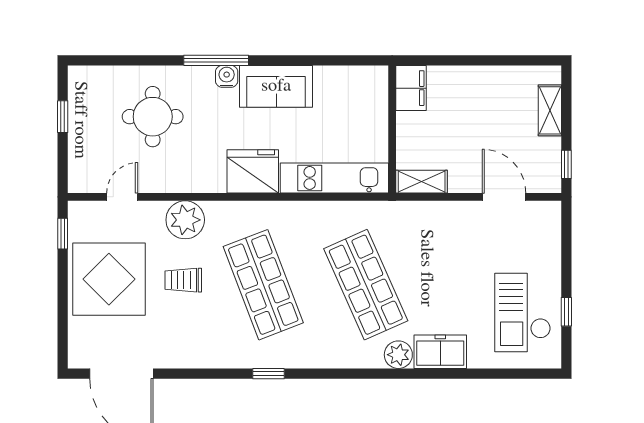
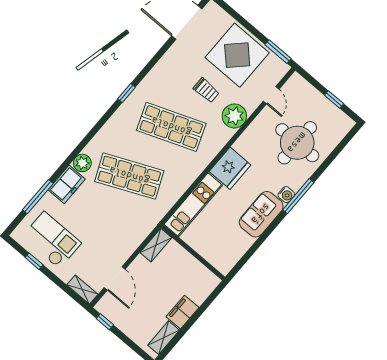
filing cabinet: (411, 88) -> (183, 312), moved, turned 90
shelving: (550, 110) -> (164, 338), moved, turned 90
round table: (153, 117) -> (297, 143), width x1.36, depth x1.36
door: (504, 197) -> (115, 278), hinge flipped
shelving: (551, 224) -> (82, 290), added
window: (63, 234) -> (278, 52), width x1.50
trolley: (183, 280) -> (206, 90), turned 90
window: (485, 374) -> (38, 197), added

